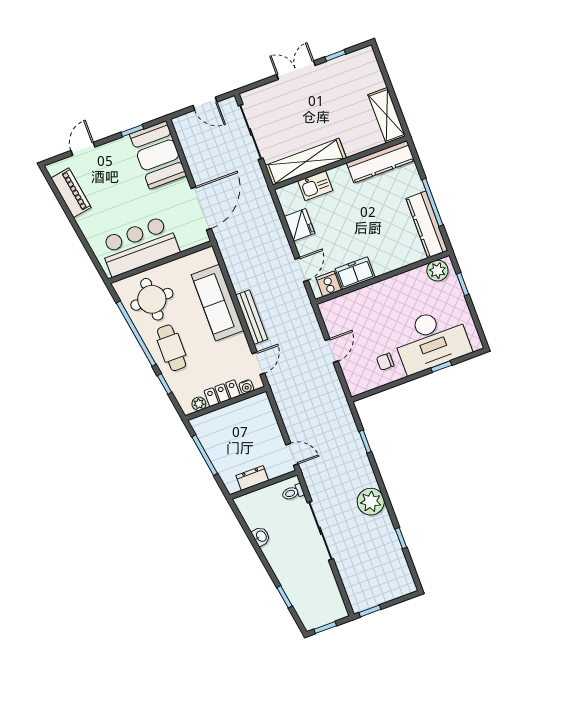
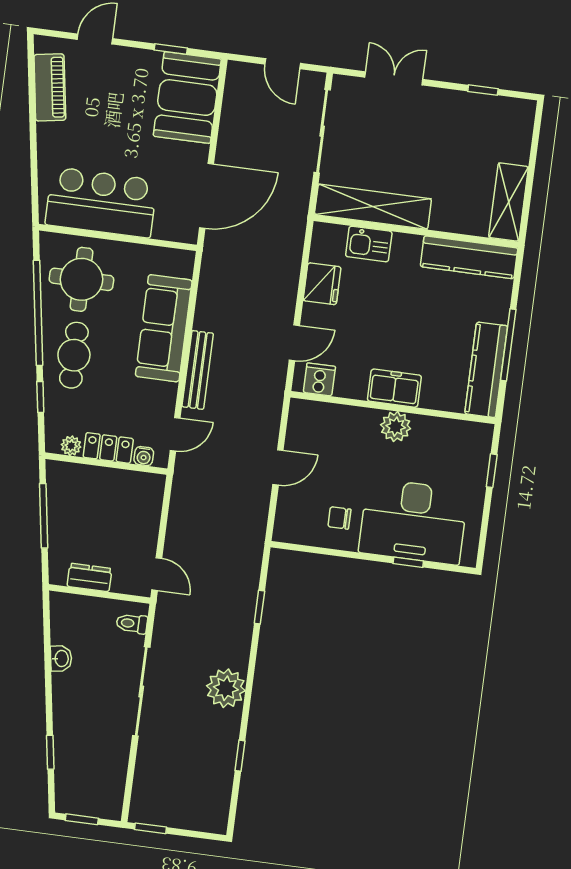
double door: (296, 70) -> (394, 78), moved
plant: (437, 271) -> (396, 427), moved
freezer: (355, 273) -> (394, 388), moved

